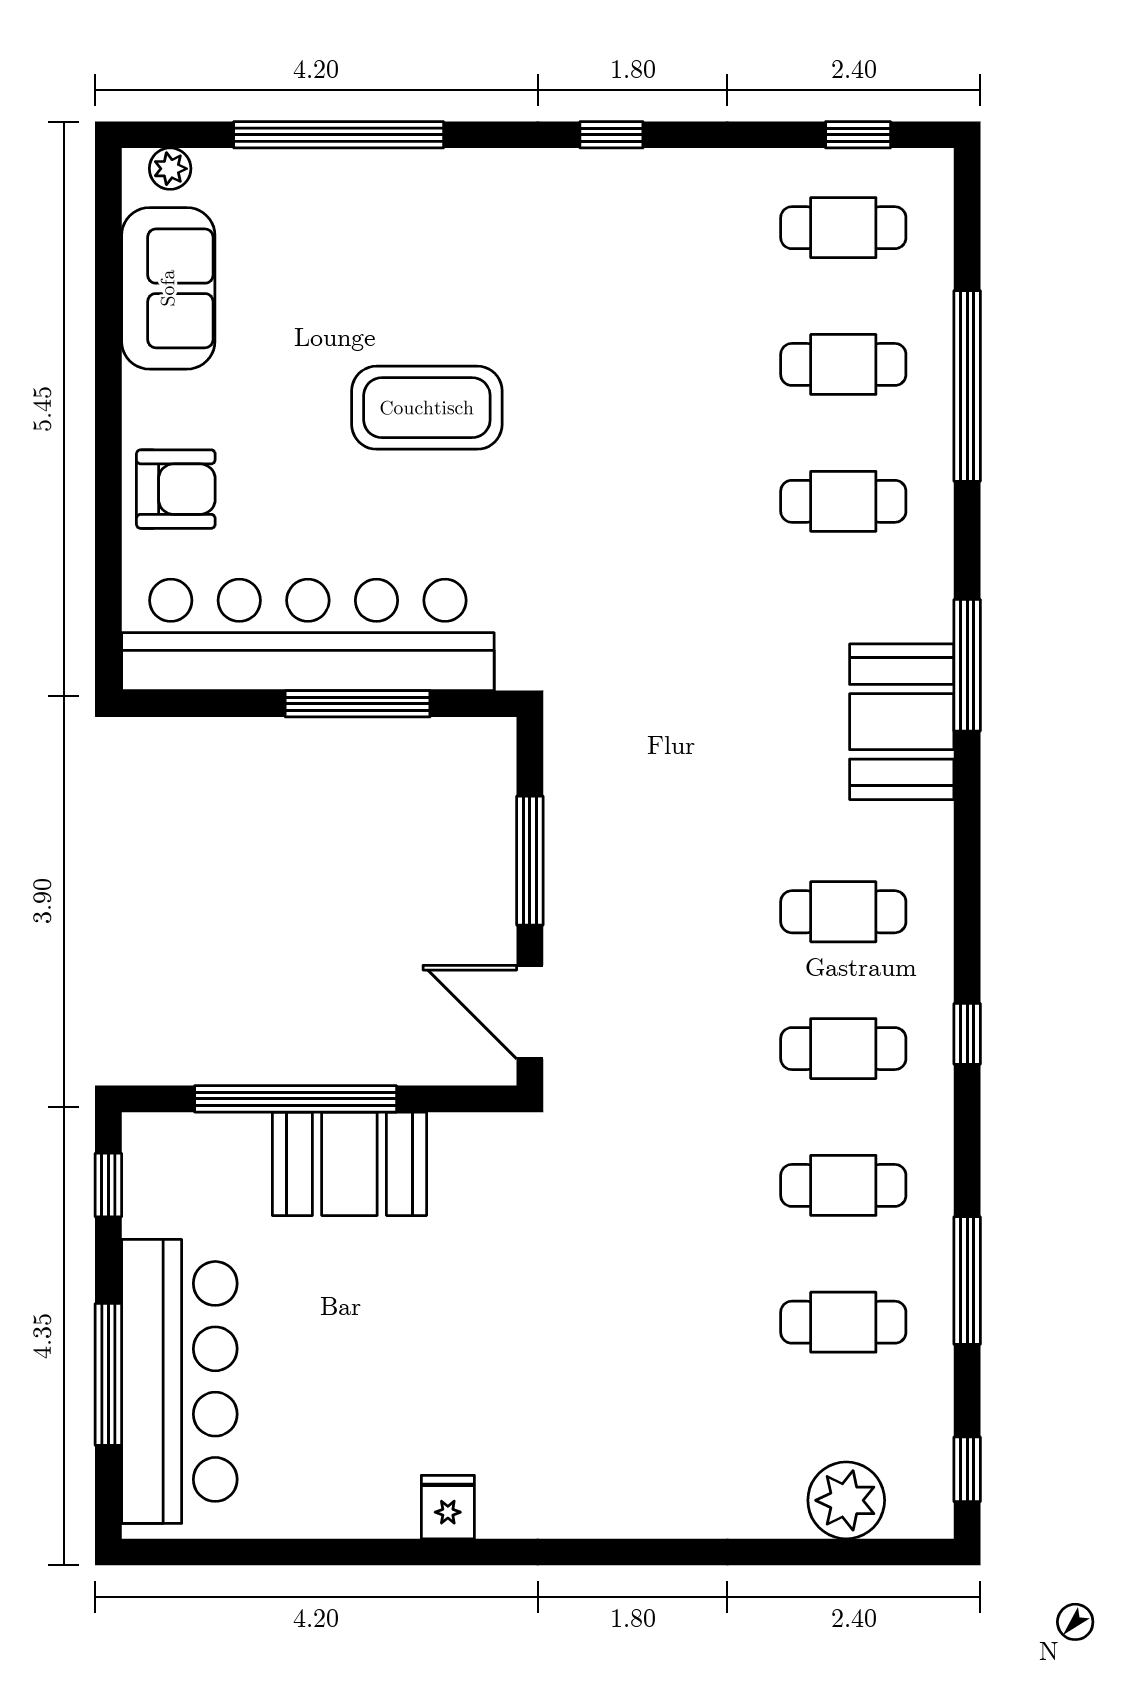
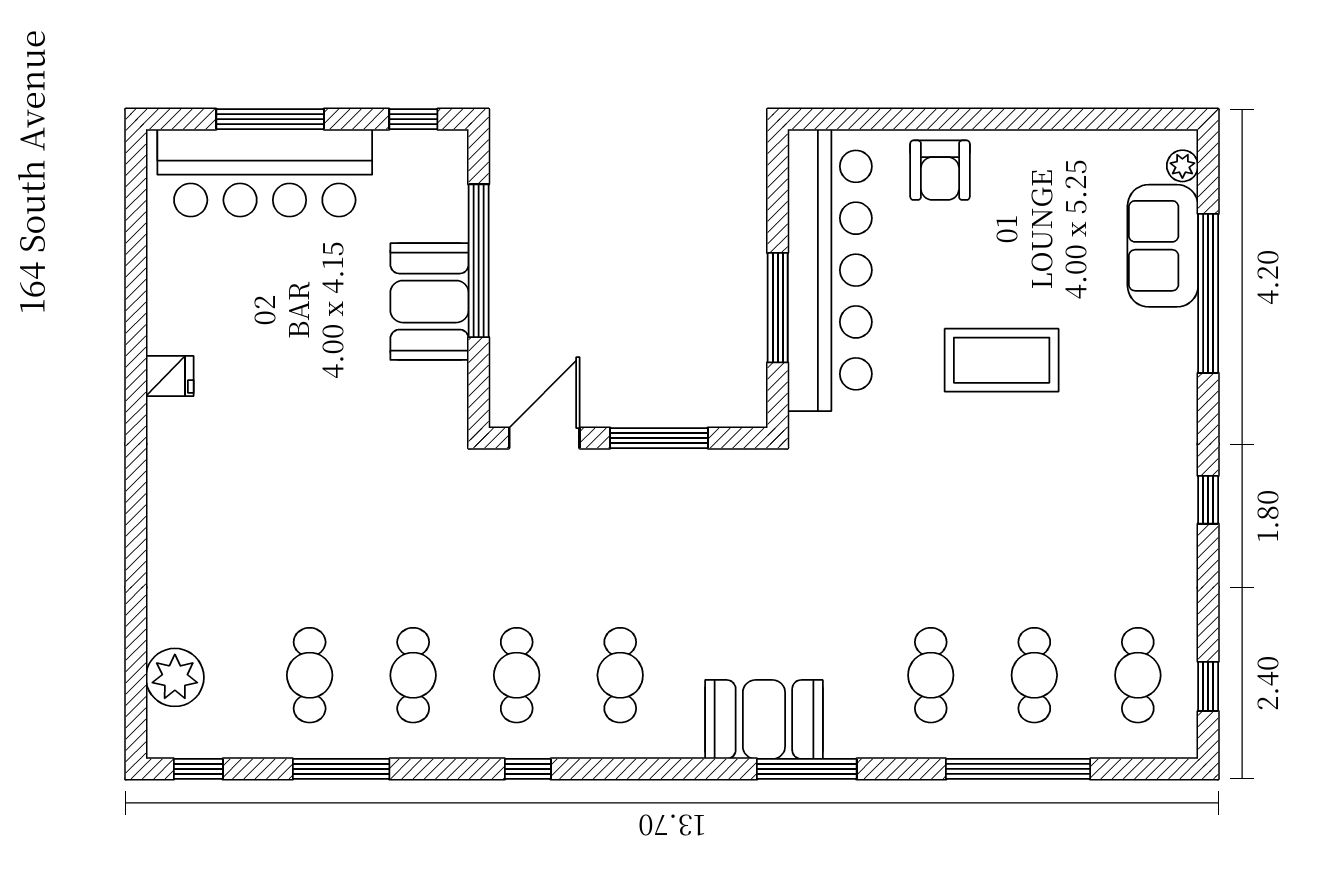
sofa: (168, 288) -> (1163, 246), moved, turned 90
coffee table: (427, 408) -> (1002, 360), turned 90

